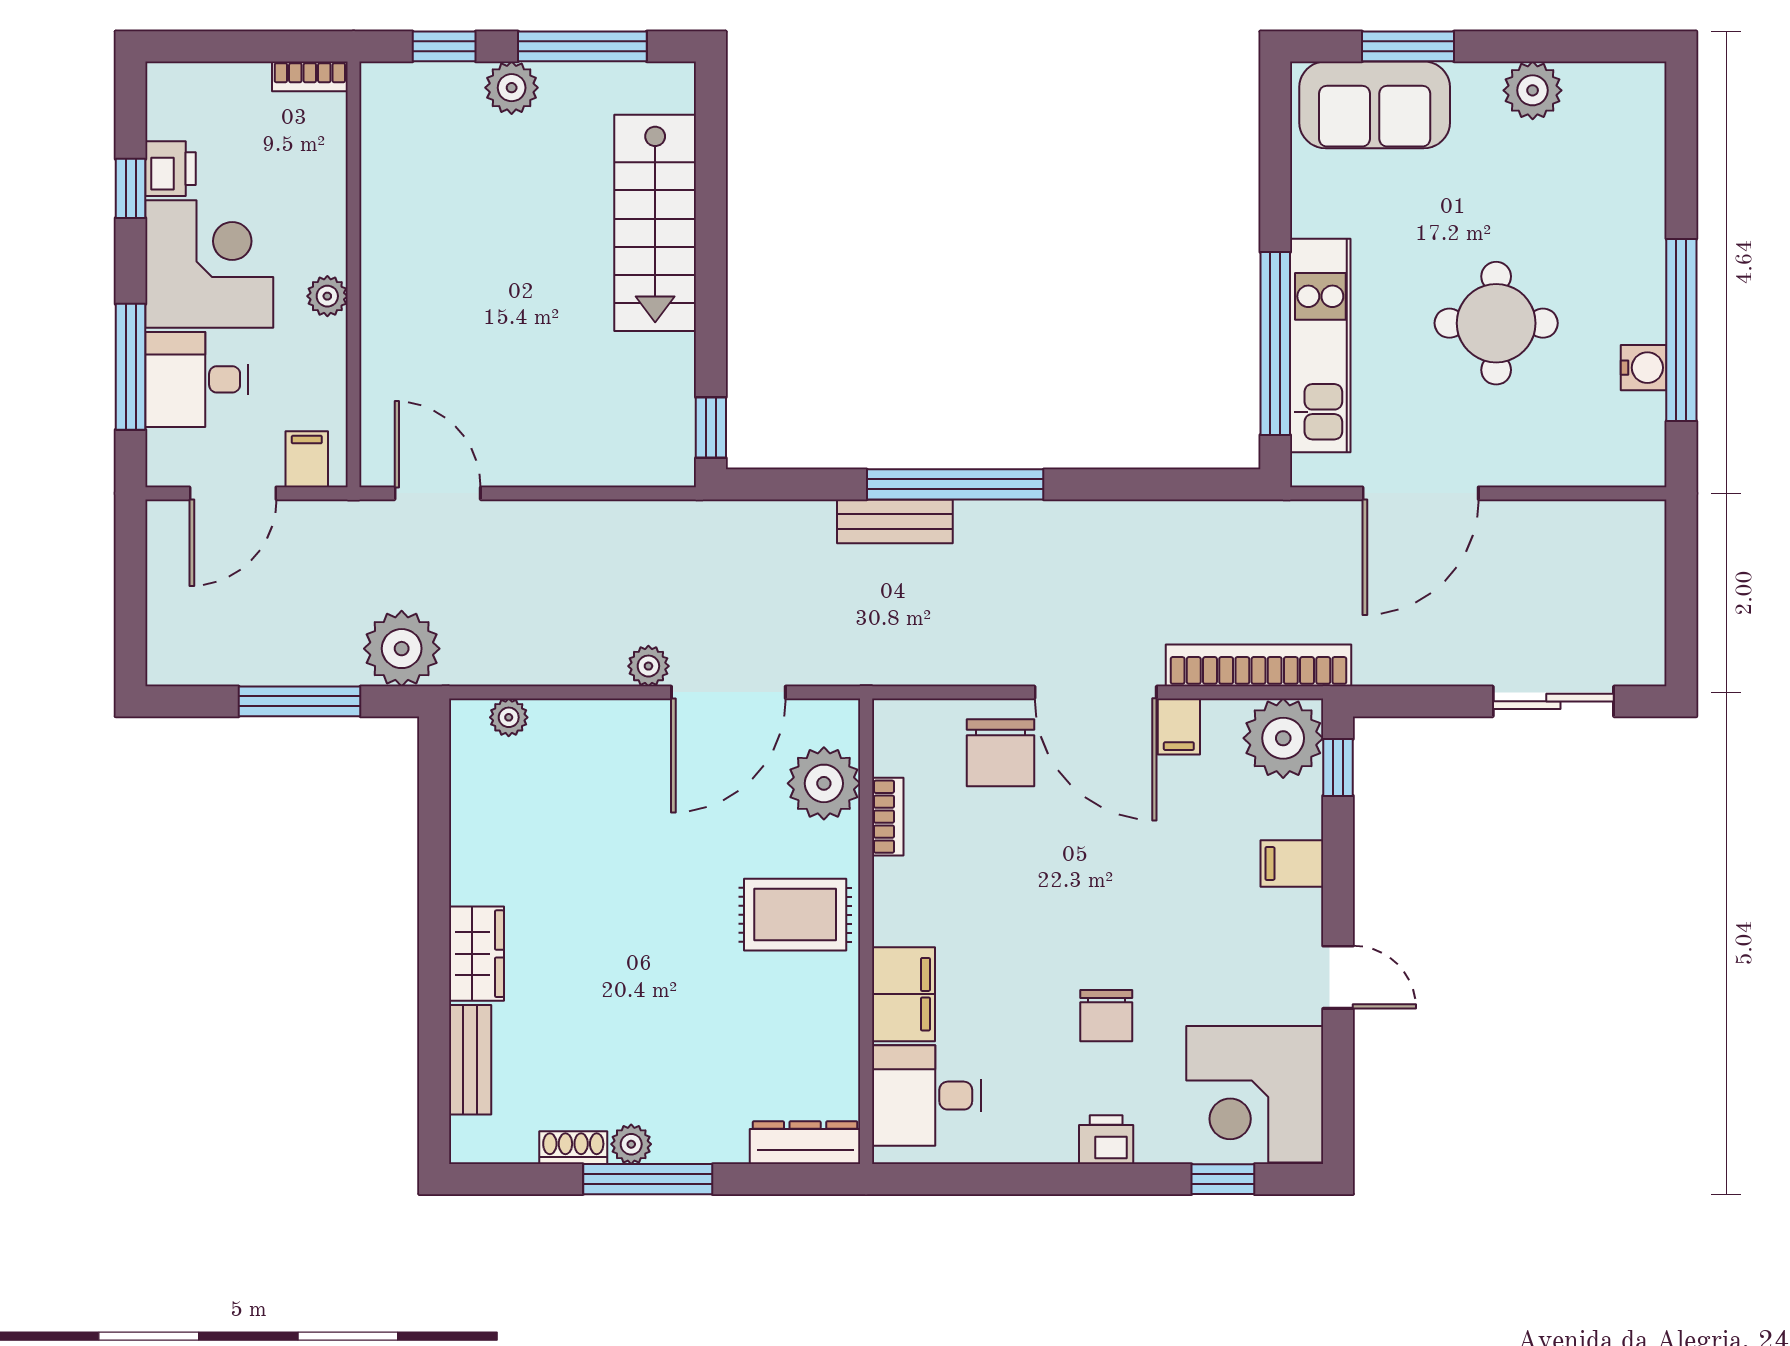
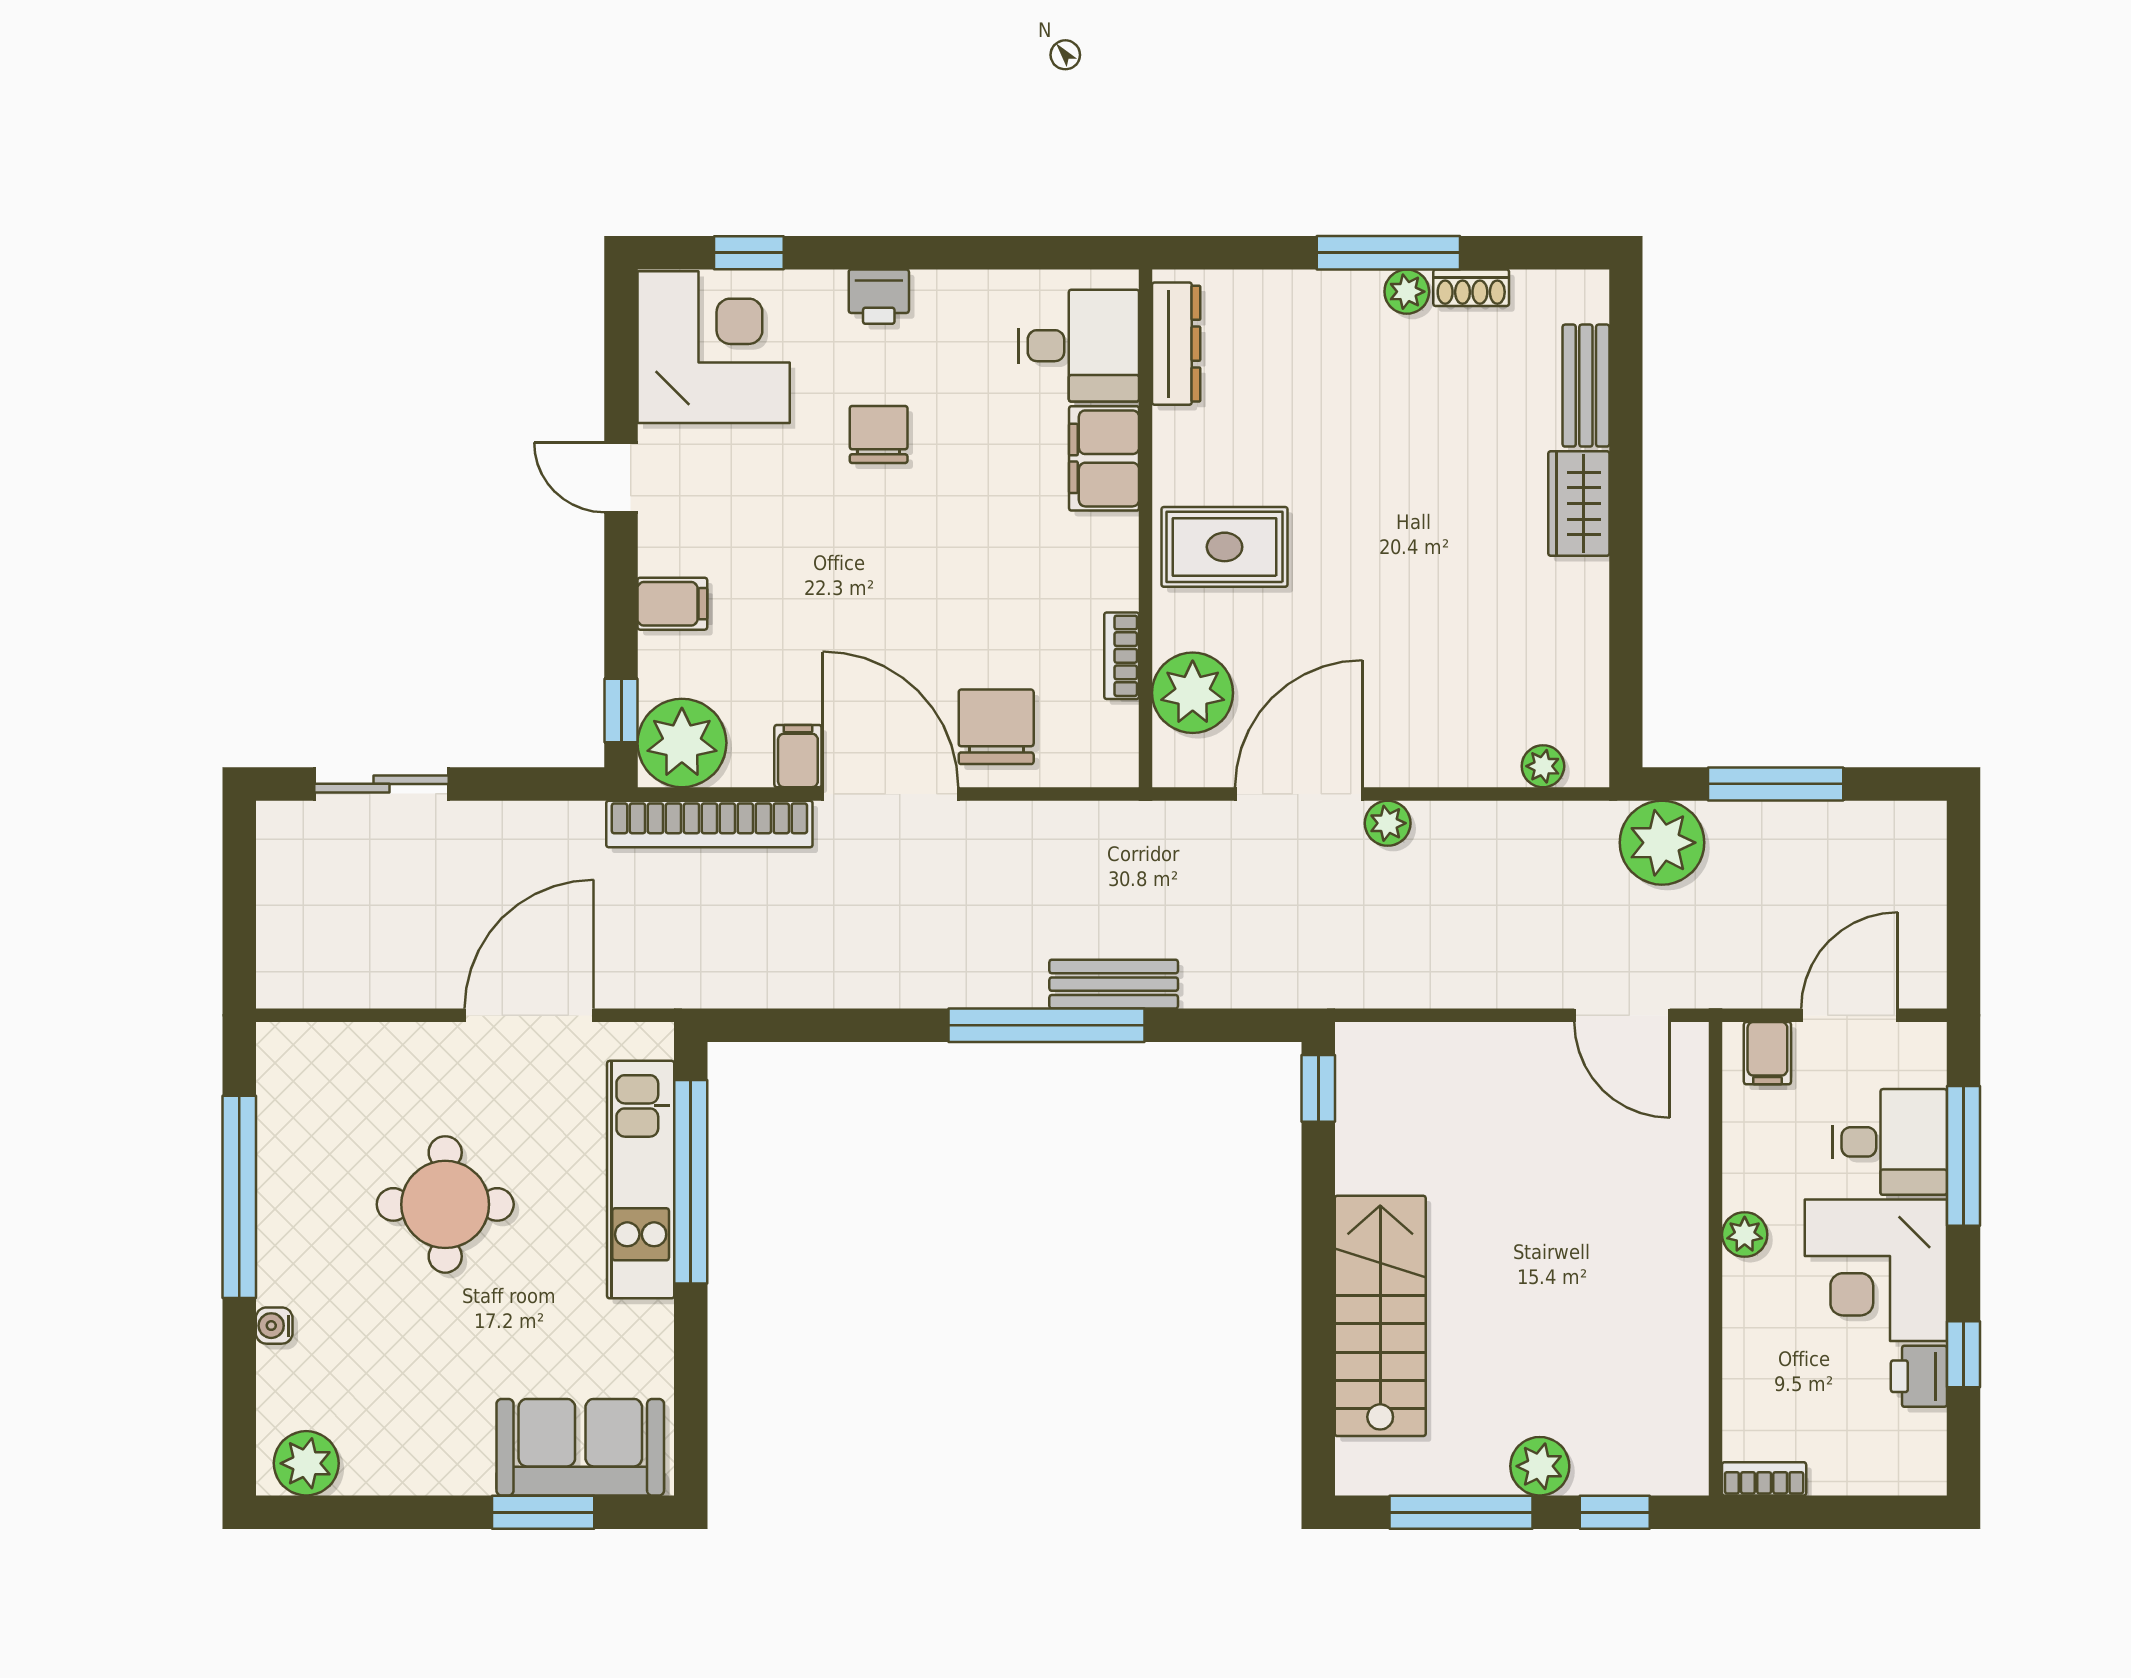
plant: (1533, 90) -> (306, 1463), moved
water cooler: (1644, 368) -> (274, 1326), moved, width x0.72, depth x0.72
dresser: (805, 1143) -> (1176, 344), moved, turned -90

